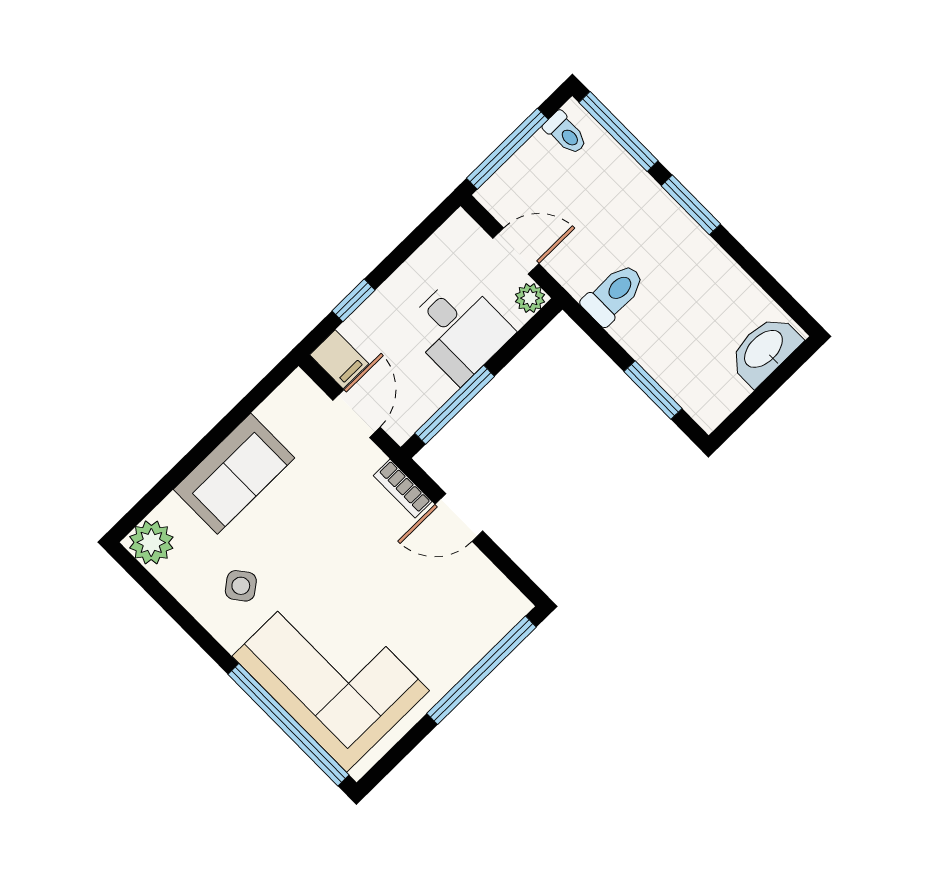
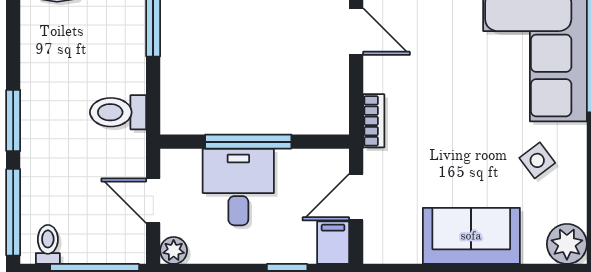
plant: (530, 298) -> (174, 250), moved
window: (455, 405) -> (248, 142), moved
door: (459, 518) -> (356, 31), moved

